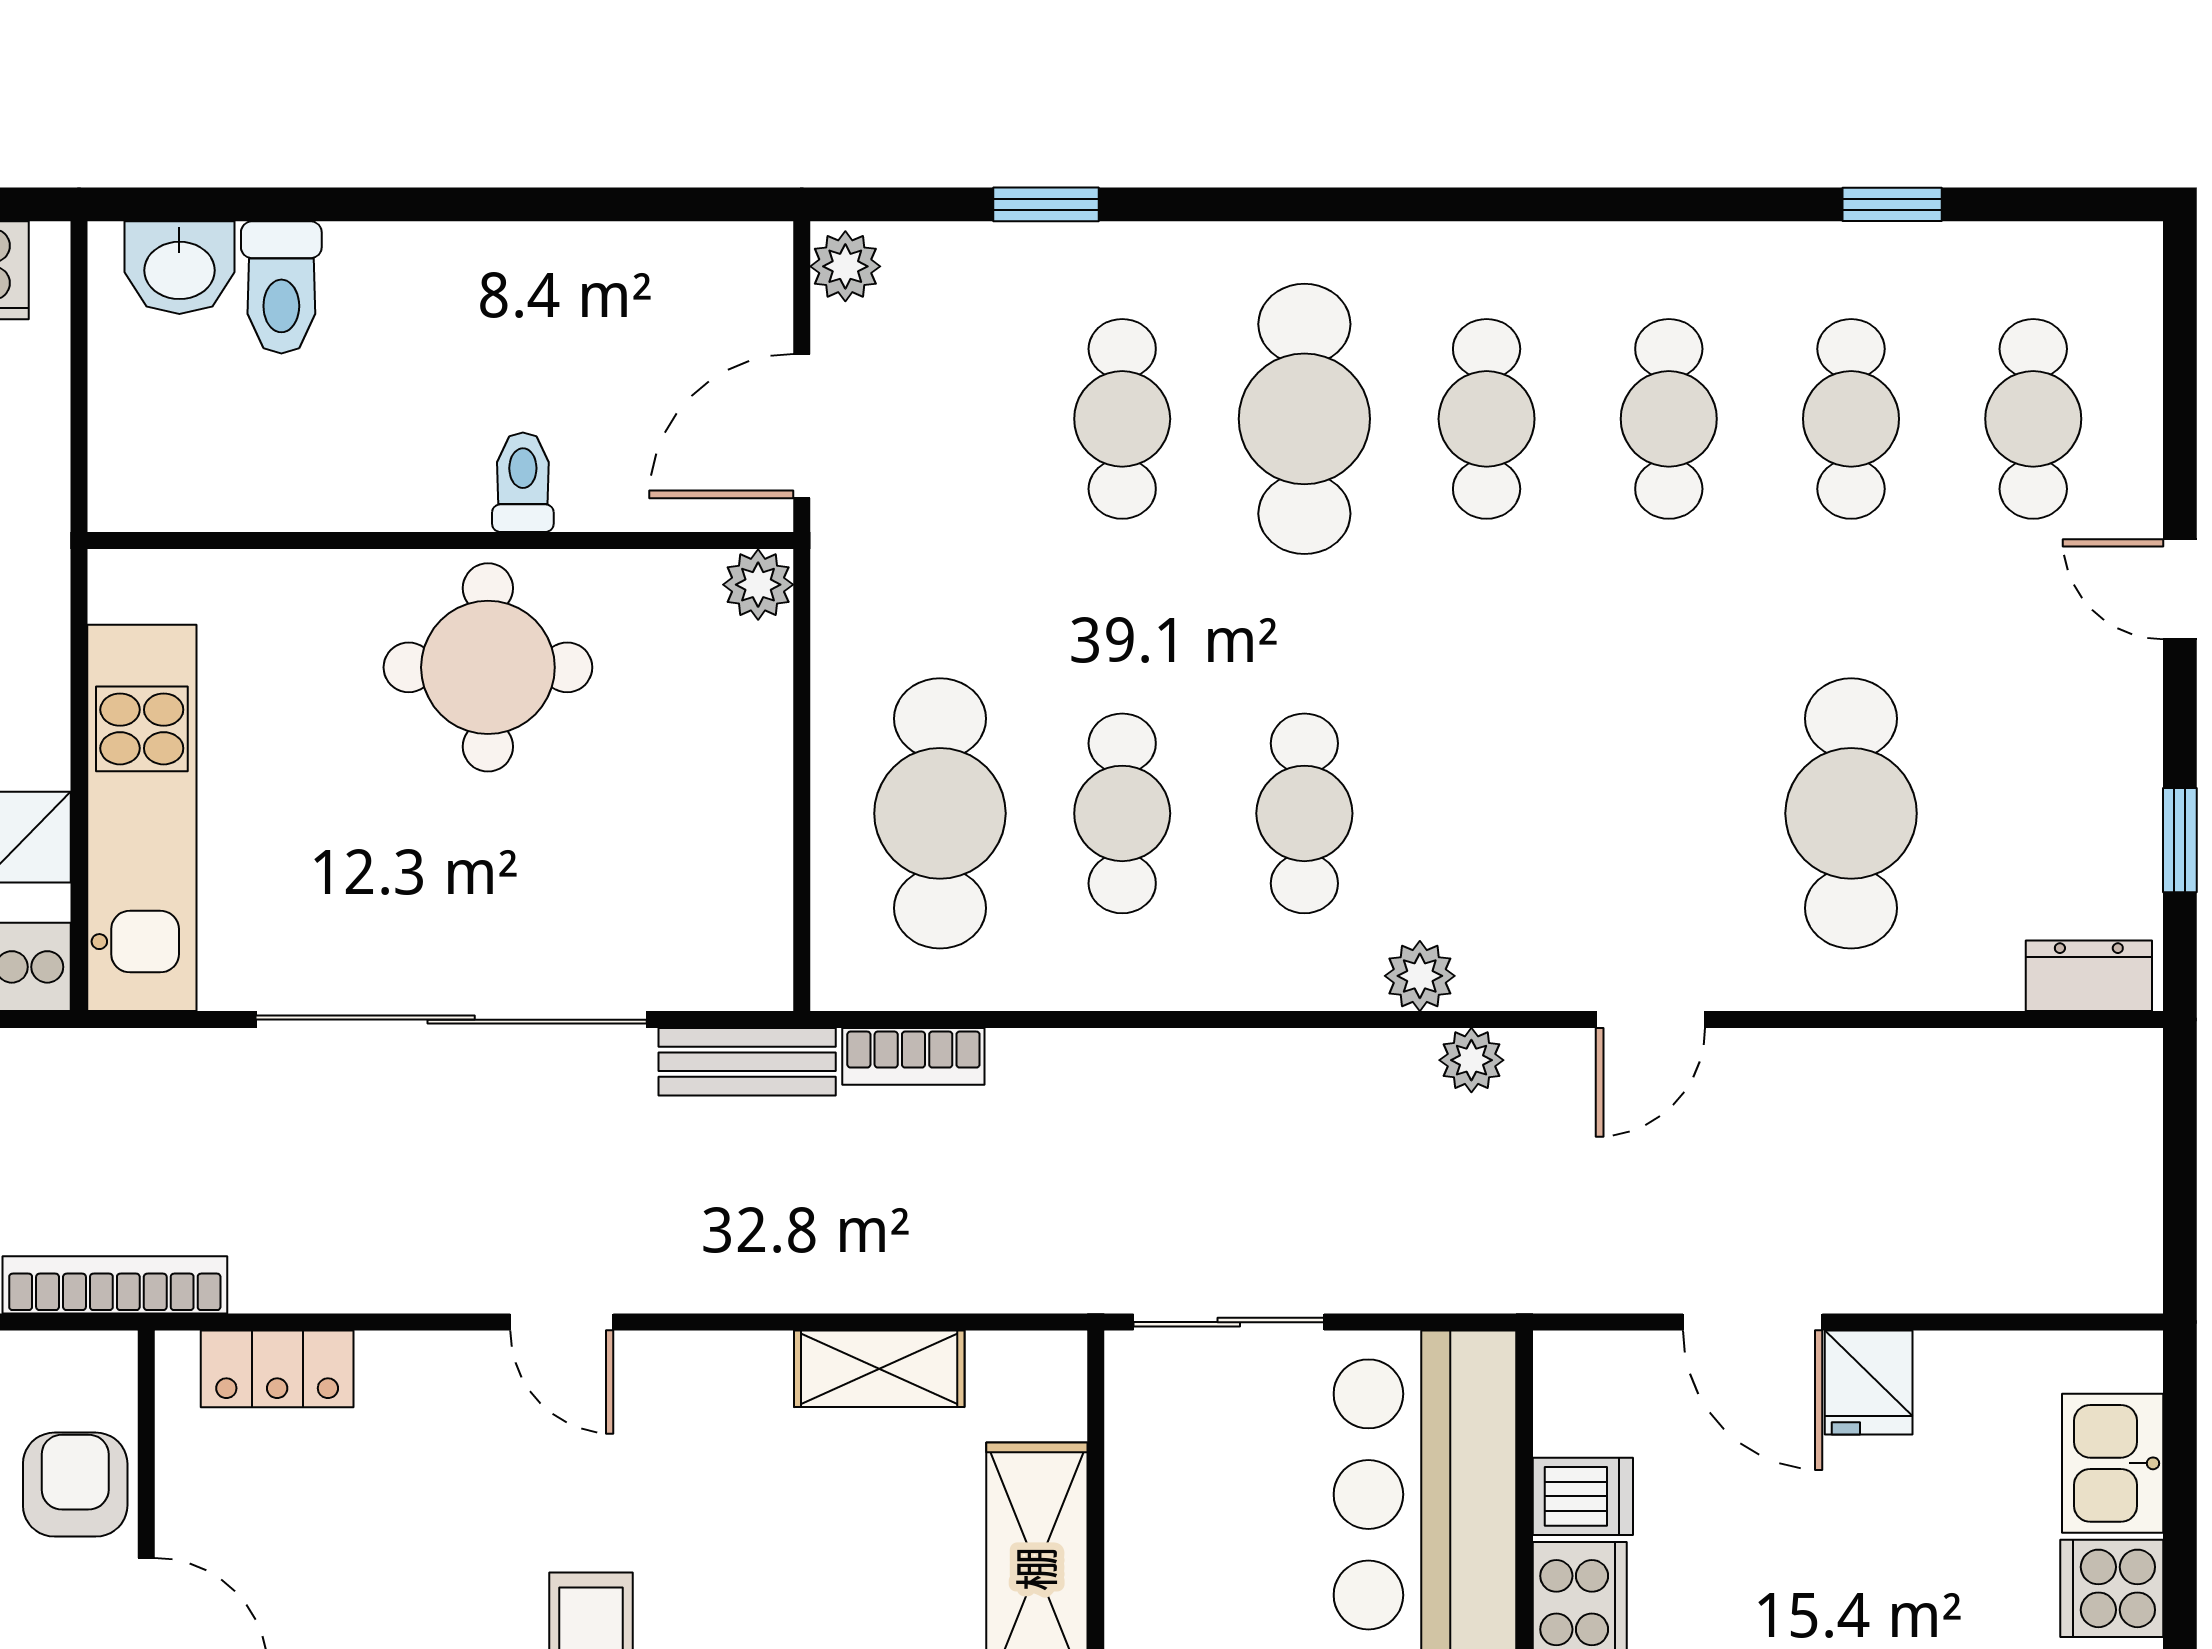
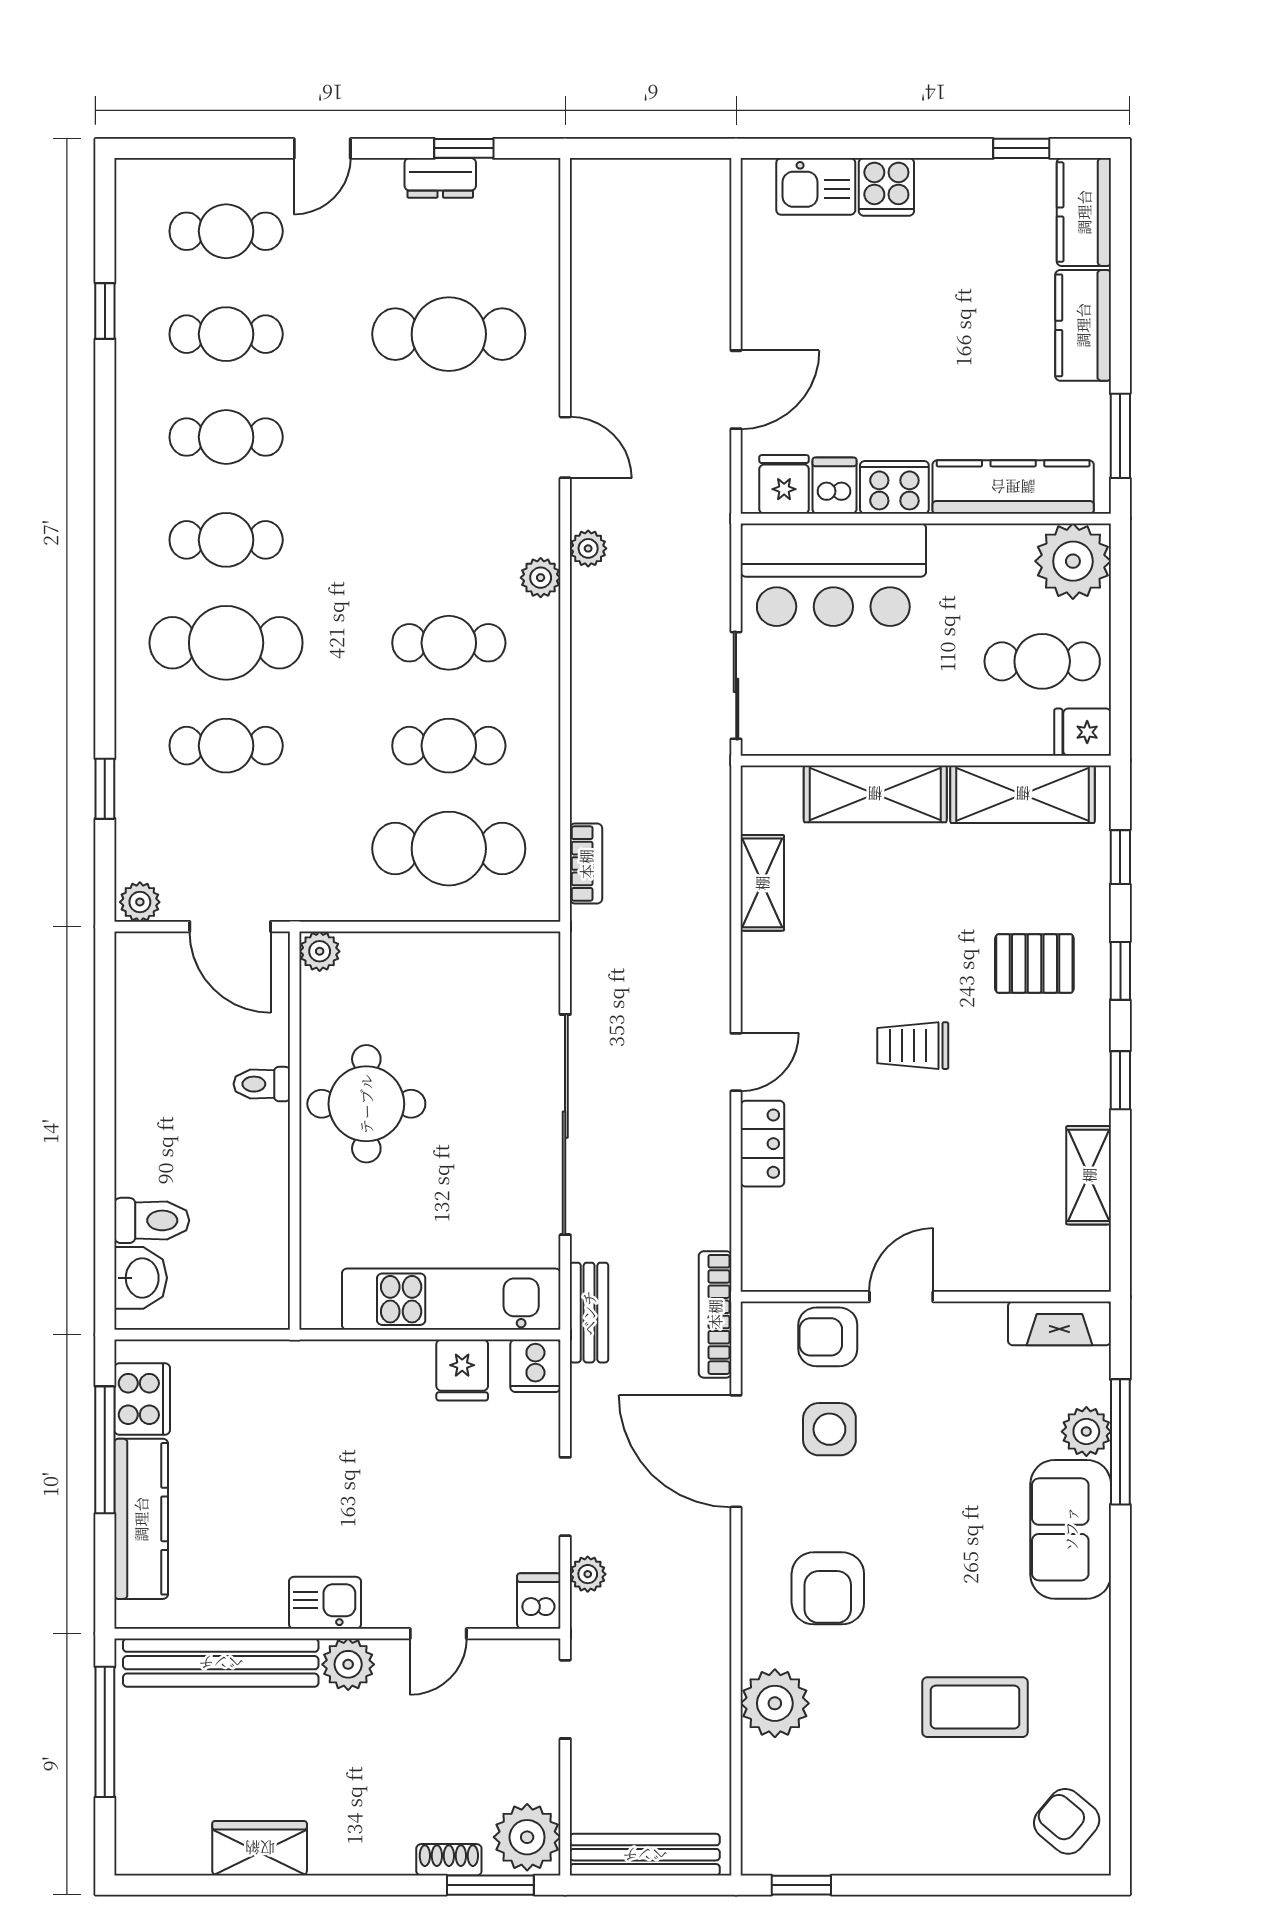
dresser: (2089, 976) -> (440, 178), moved, turned -90
bench: (747, 1062) -> (589, 1313), moved
locker: (277, 1369) -> (762, 1144), moved
fridge: (1869, 1383) -> (784, 484), moved, turned -90

